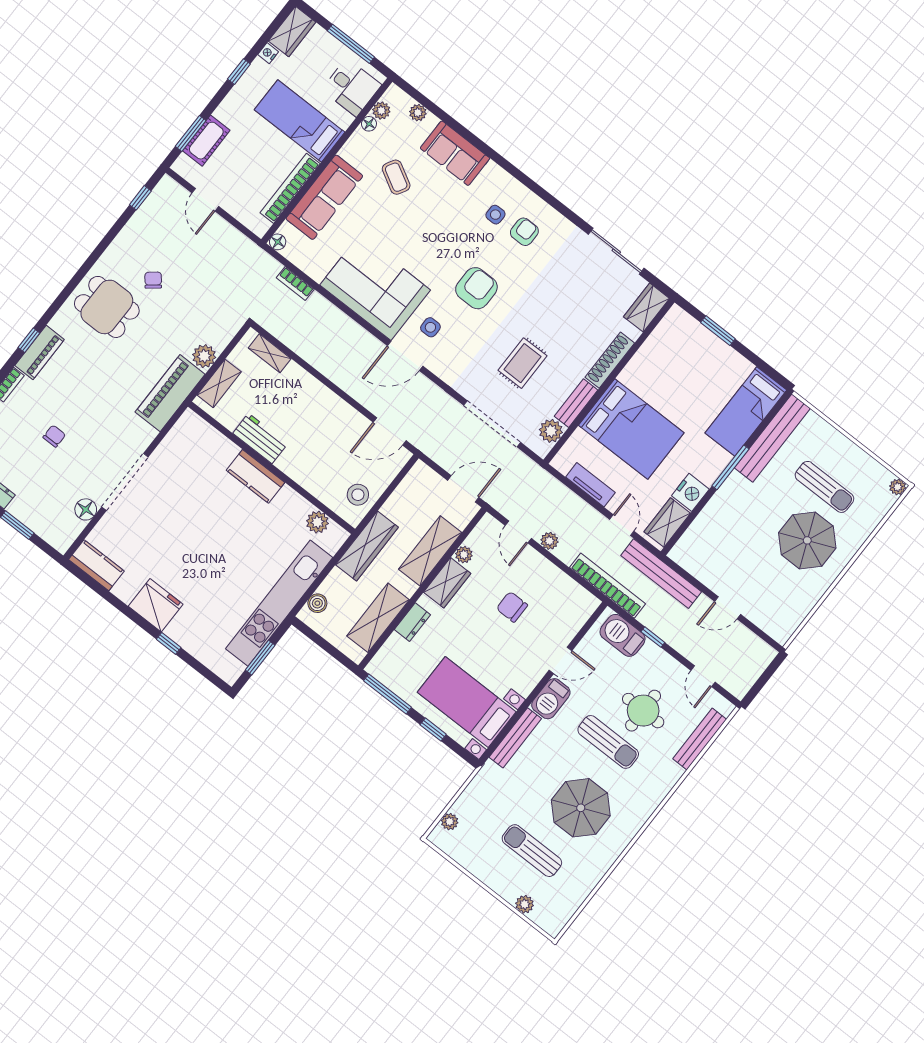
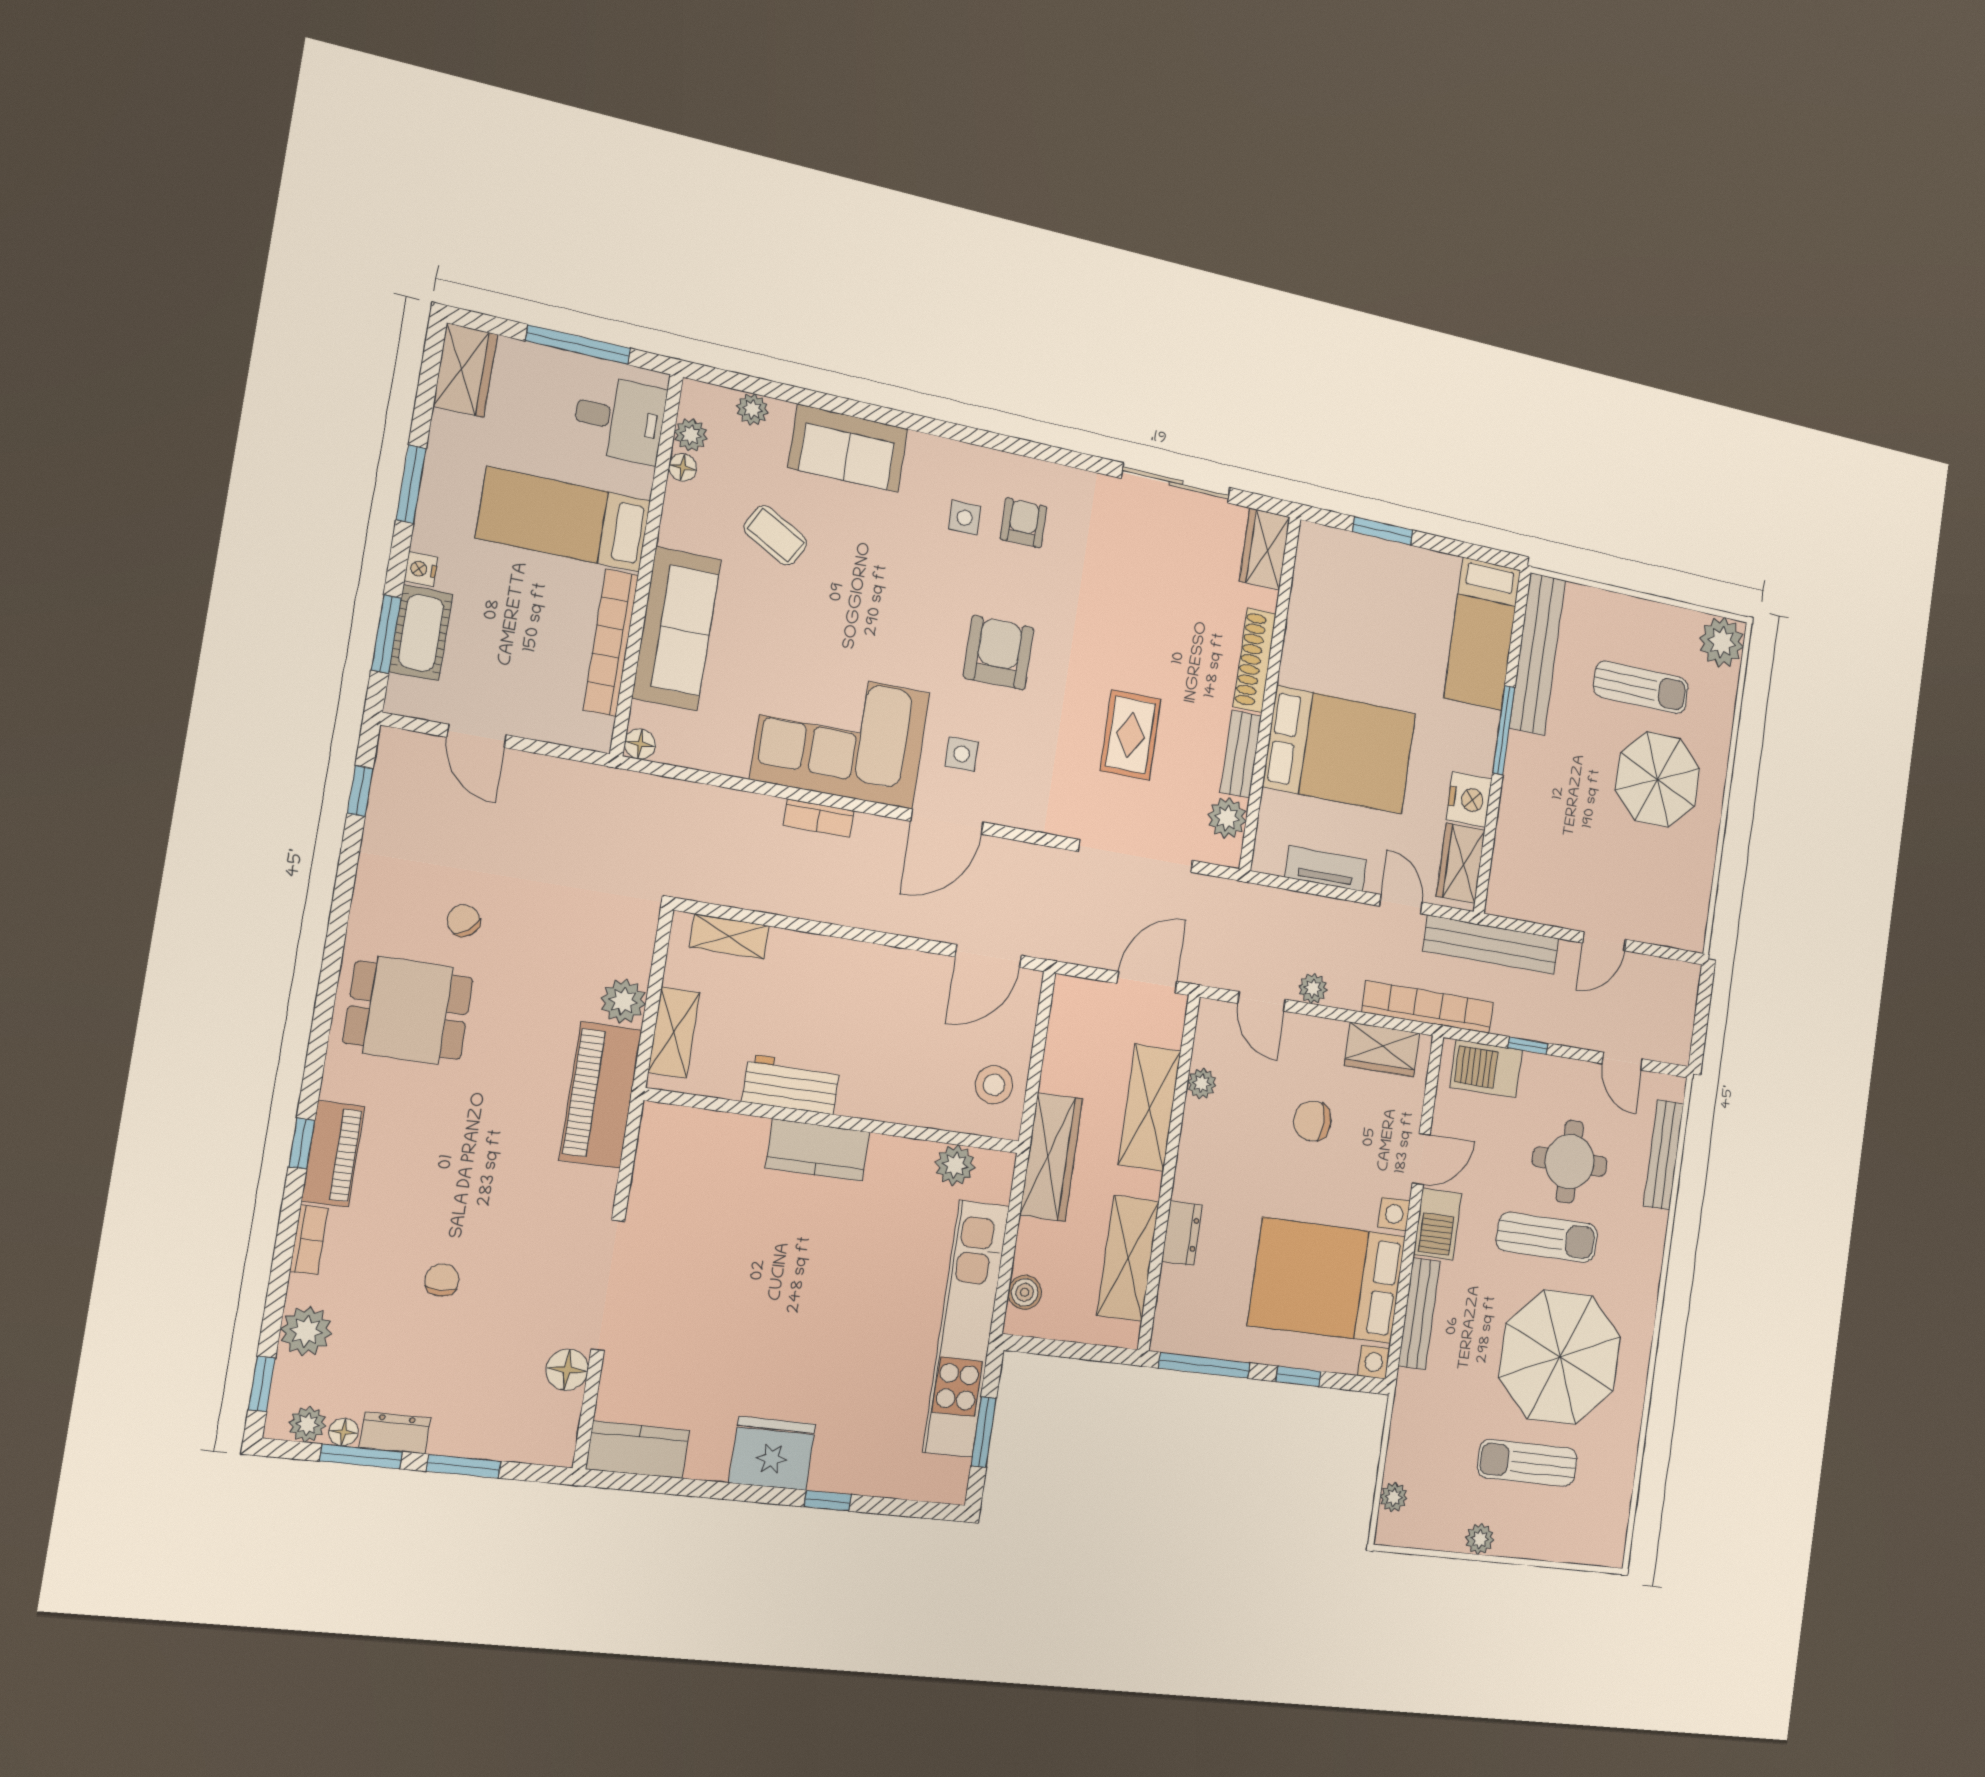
nightstand: (268, 53) -> (421, 569), moved
window: (239, 72) -> (411, 484), width x1.50
bookcase: (295, 283) -> (819, 818), moved
plant: (898, 487) -> (1722, 642), width x1.88, depth x1.88
wardrobe: (447, 583) -> (1382, 1049), moved, turned 90
bed with nightstands: (467, 702) -> (1327, 1281), width x1.36
parasol: (581, 808) -> (1560, 1357), width x1.36, depth x1.36
plant: (525, 904) -> (1480, 1539), moved

